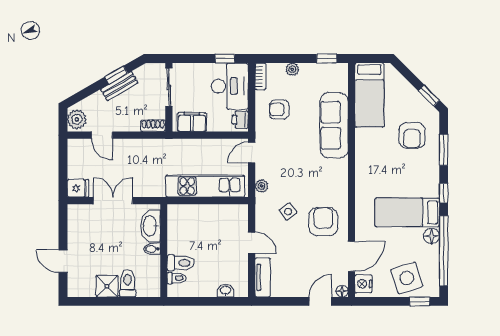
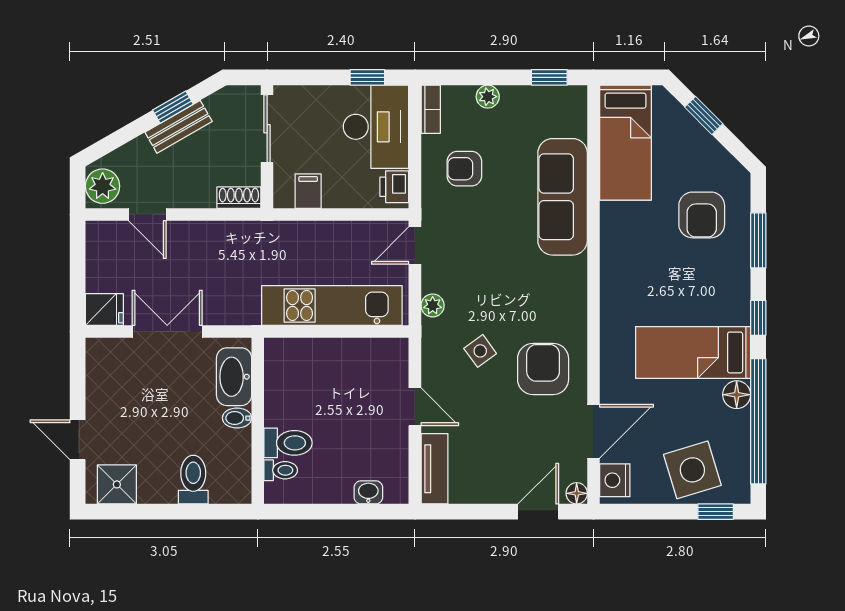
window: (429, 96) -> (704, 115), moved
filing cabinet: (192, 122) -> (308, 191), width x0.50
shower: (107, 286) -> (117, 484), moved

